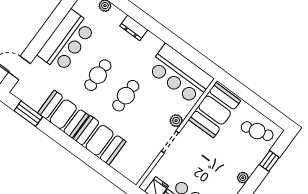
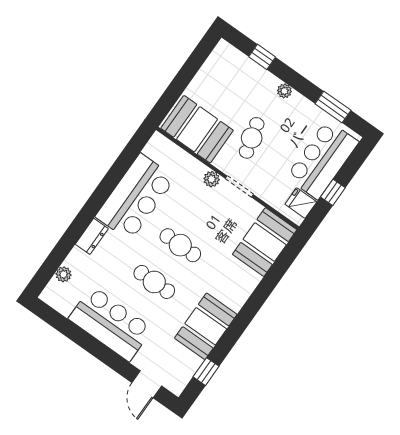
bar counter: (180, 74) -> (135, 197), moved
window: (28, 114) -> (206, 372), width x0.67
cafe table: (257, 131) -> (252, 138), moved
booth: (100, 140) -> (265, 242), moved

